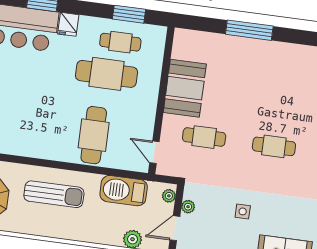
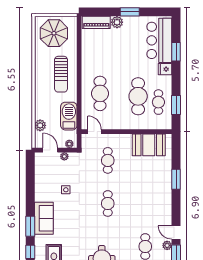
window: (249, 30) -> (176, 179), width x0.69
booth: (185, 88) -> (149, 145), moved
cafe table: (94, 135) -> (100, 93), turned 90
door: (154, 152) -> (95, 132), hinge flipped

